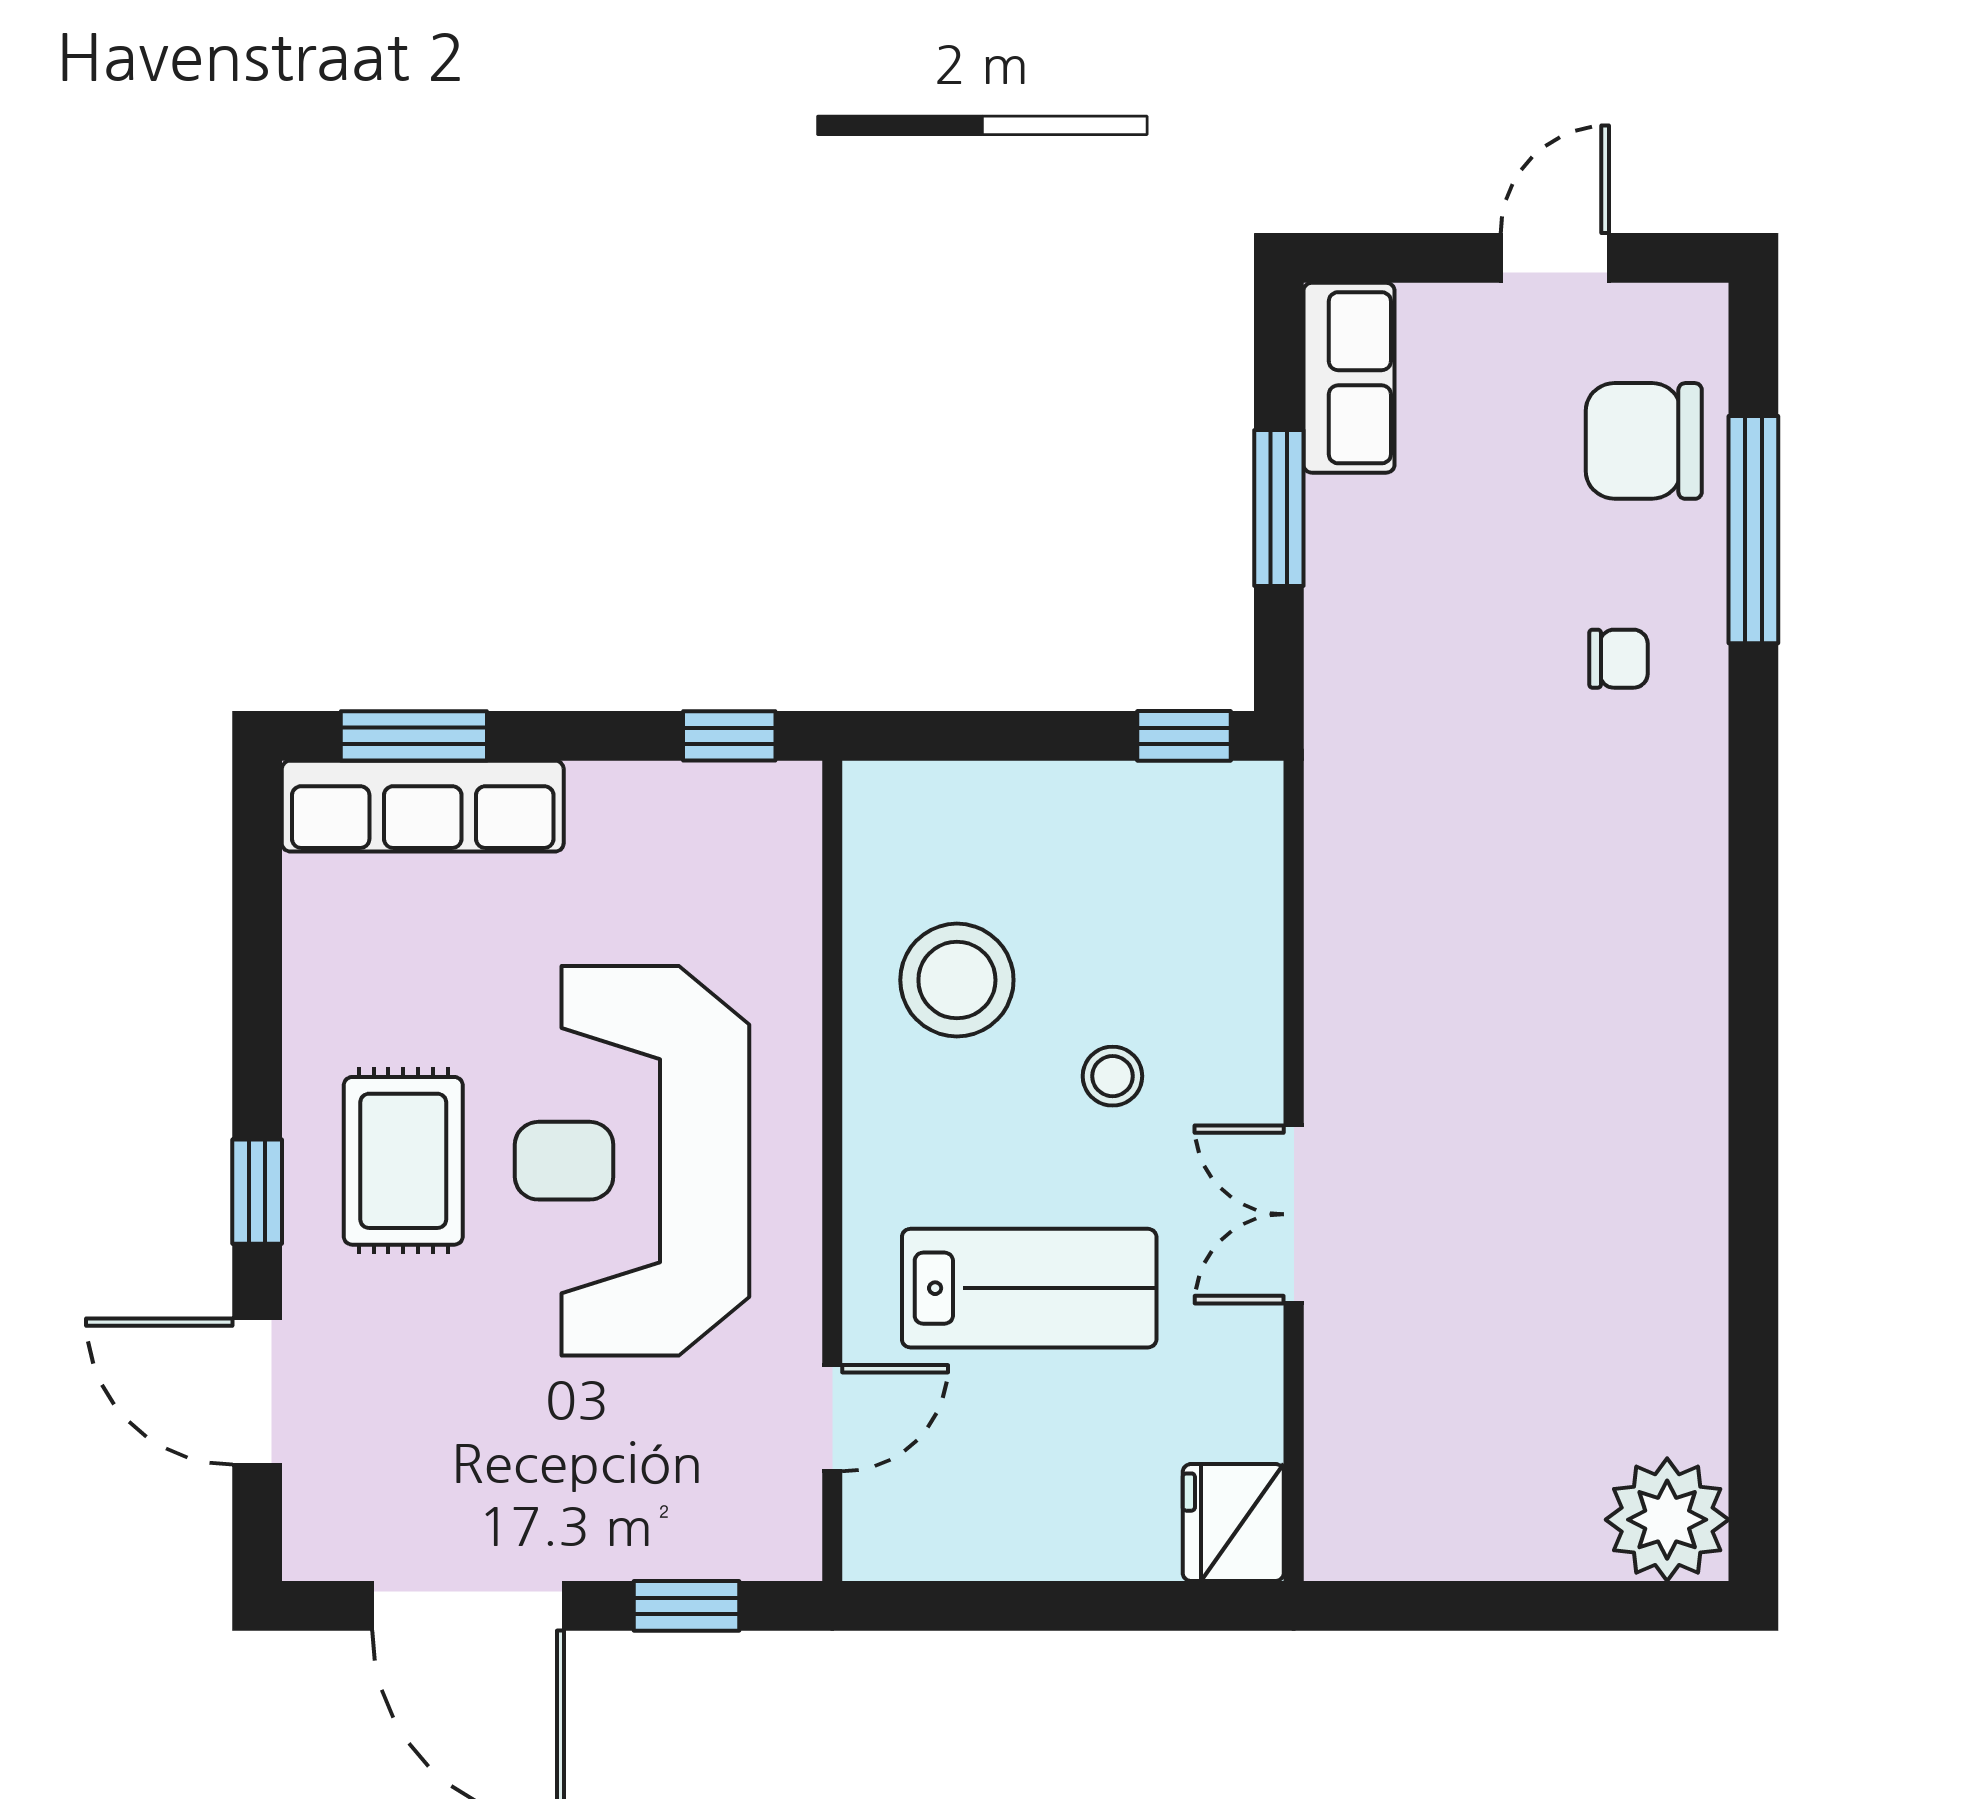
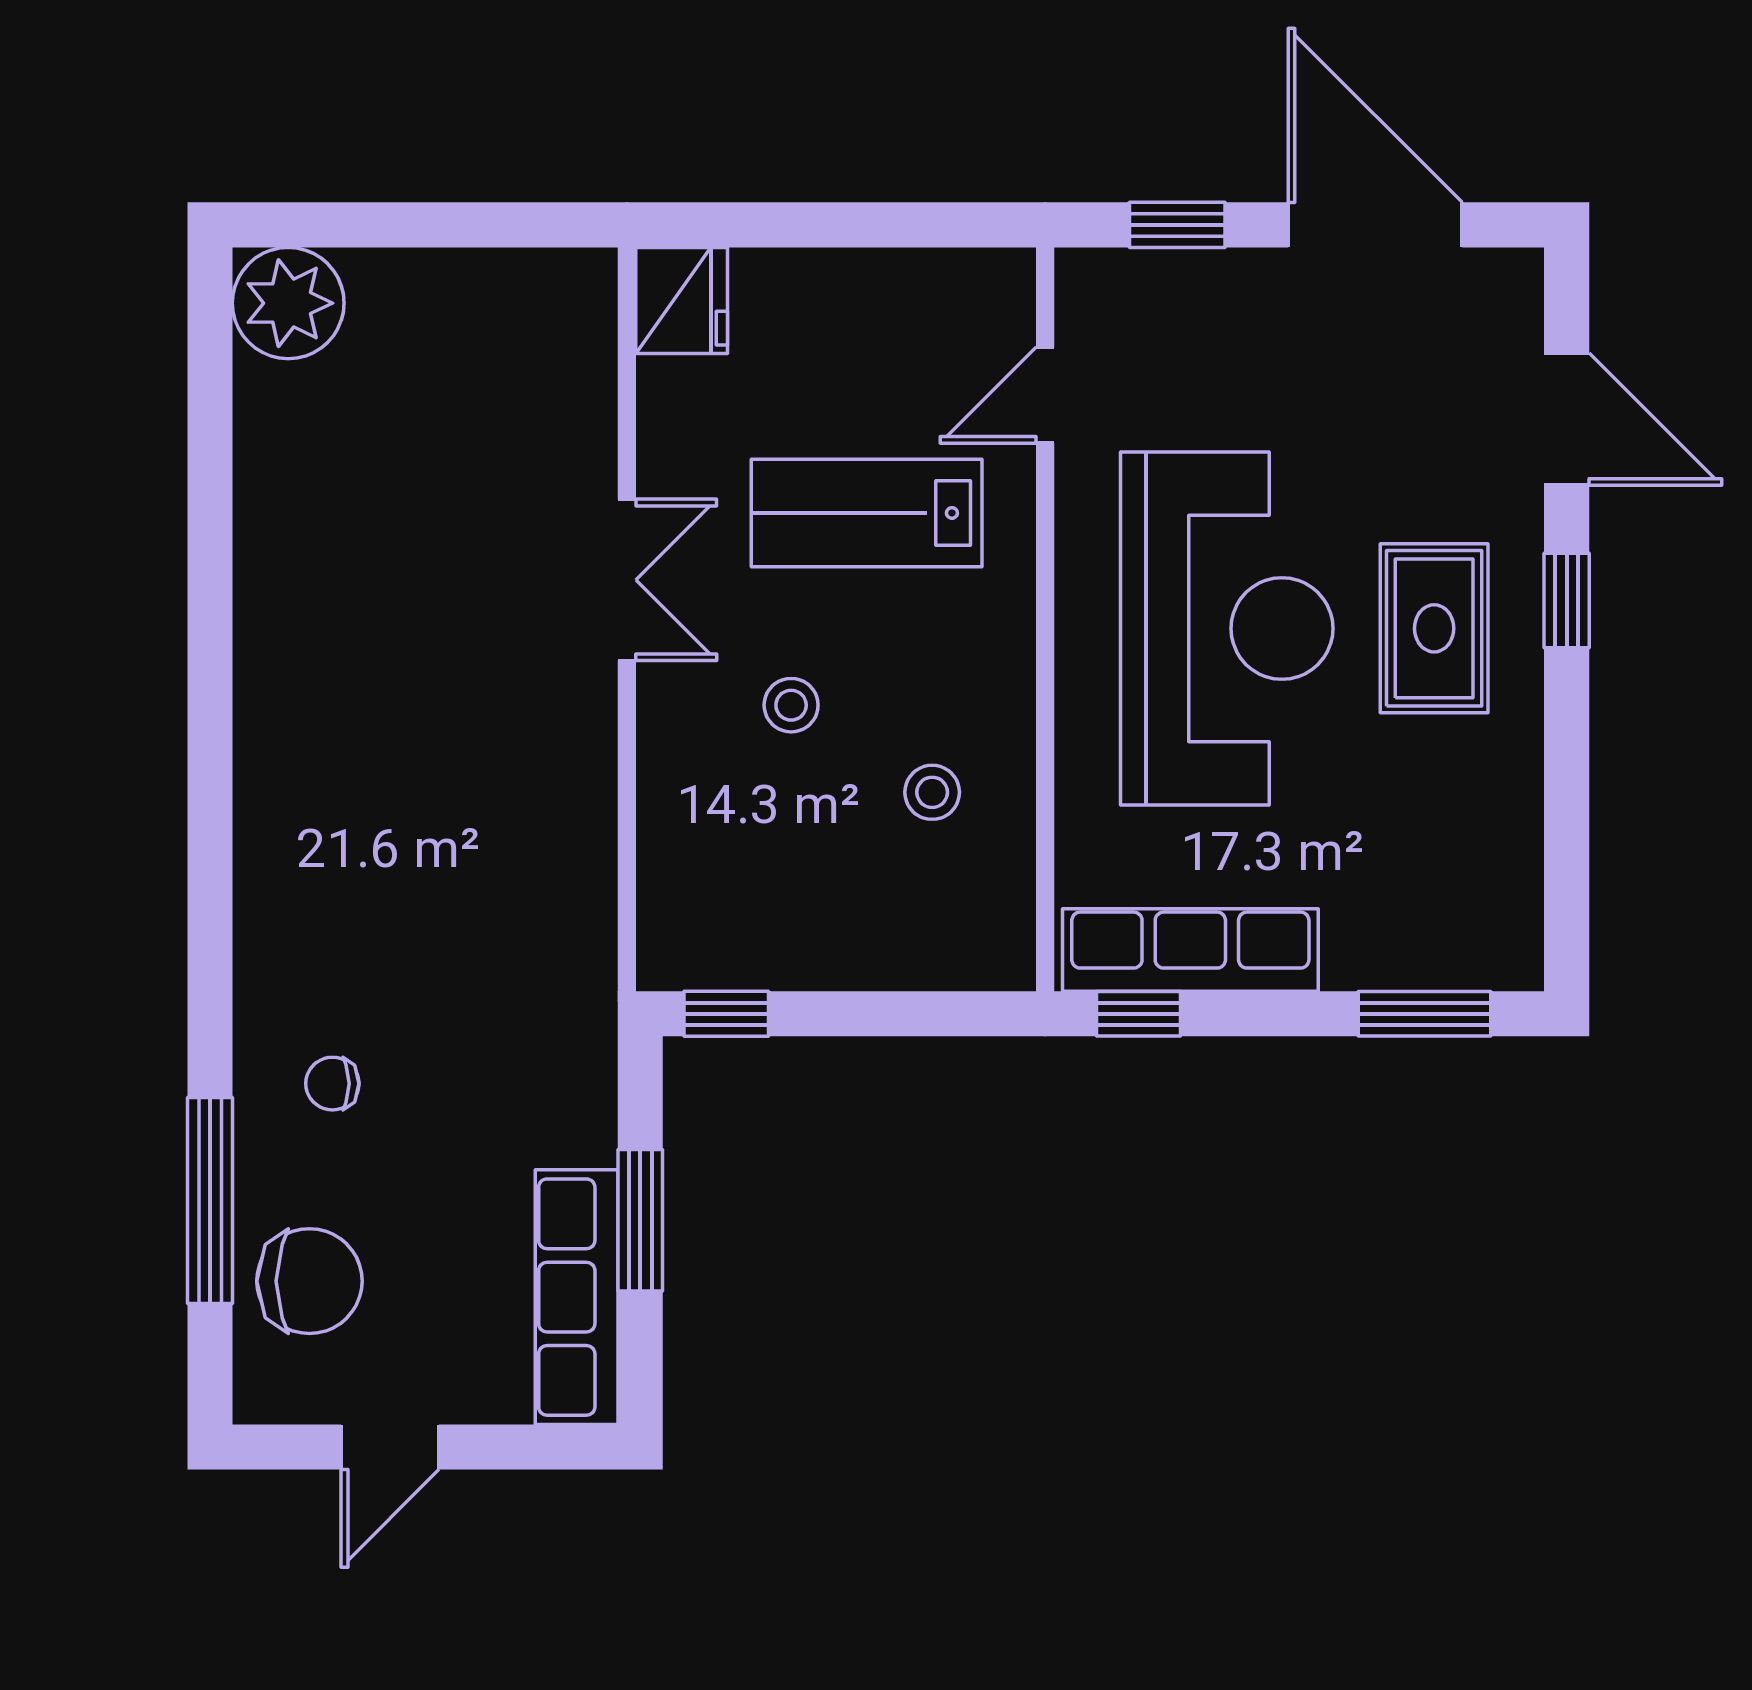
row of seats: (1349, 378) -> (577, 1297), width x1.48
row of seats: (423, 806) -> (1190, 950), moved
stool: (957, 980) -> (932, 792), width x0.53, depth x0.53

